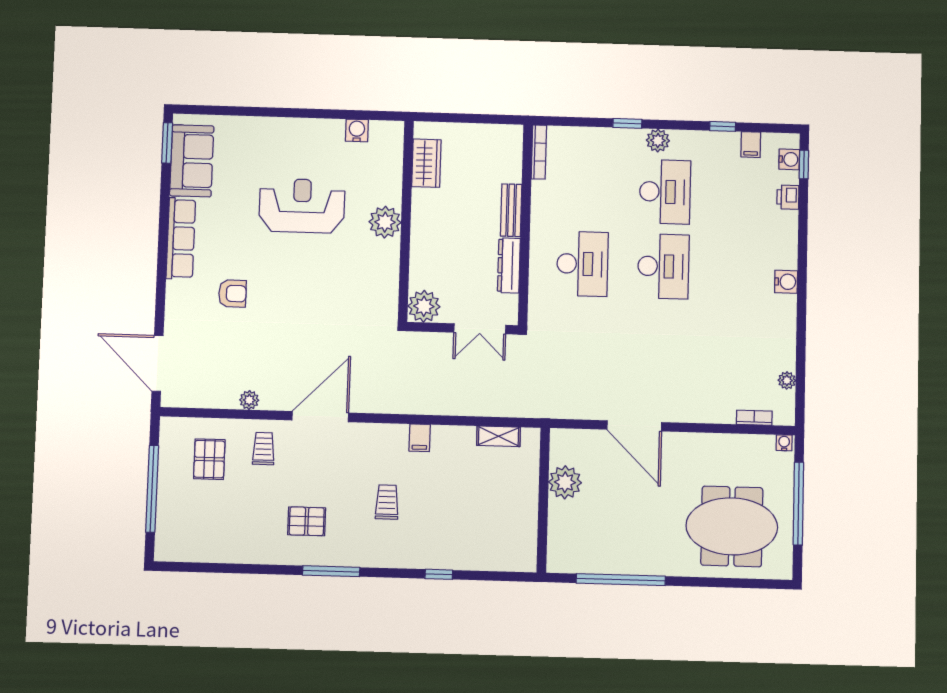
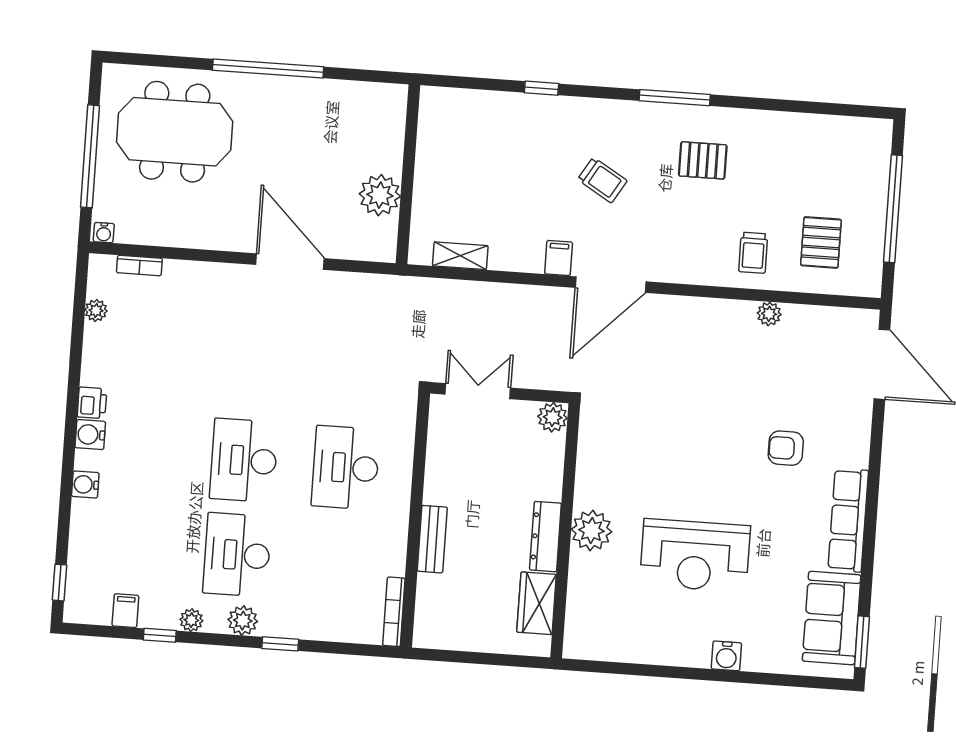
water cooler: (357, 130) -> (726, 656), moved
plant: (698, 139) -> (191, 620), added
water cooler: (789, 159) -> (85, 485), moved
printer: (788, 197) -> (92, 403), moved
dresser: (509, 265) -> (545, 537), moved, turned 180
plant: (424, 306) -> (553, 417), width x0.73, depth x0.73
door: (320, 417) -> (611, 285), moved
trolley: (387, 502) -> (602, 180), turned -59
window: (621, 580) -> (268, 68), moved

